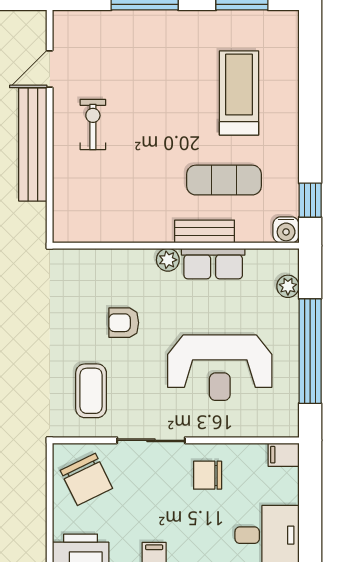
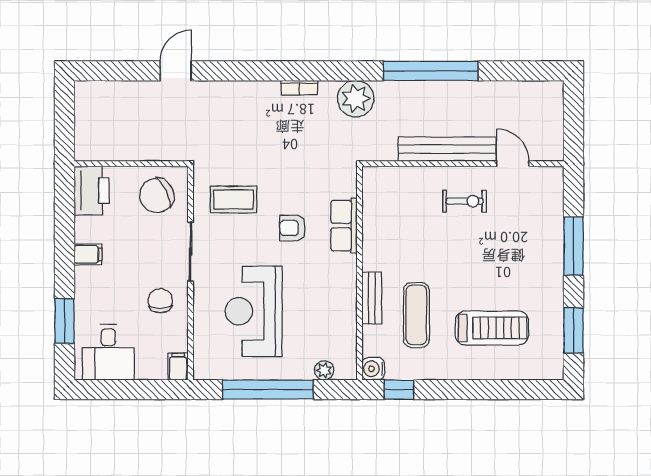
plant: (168, 260) -> (347, 266), removed
row of seats: (213, 264) -> (344, 226), moved
armchair: (124, 323) -> (293, 228), turned -90

